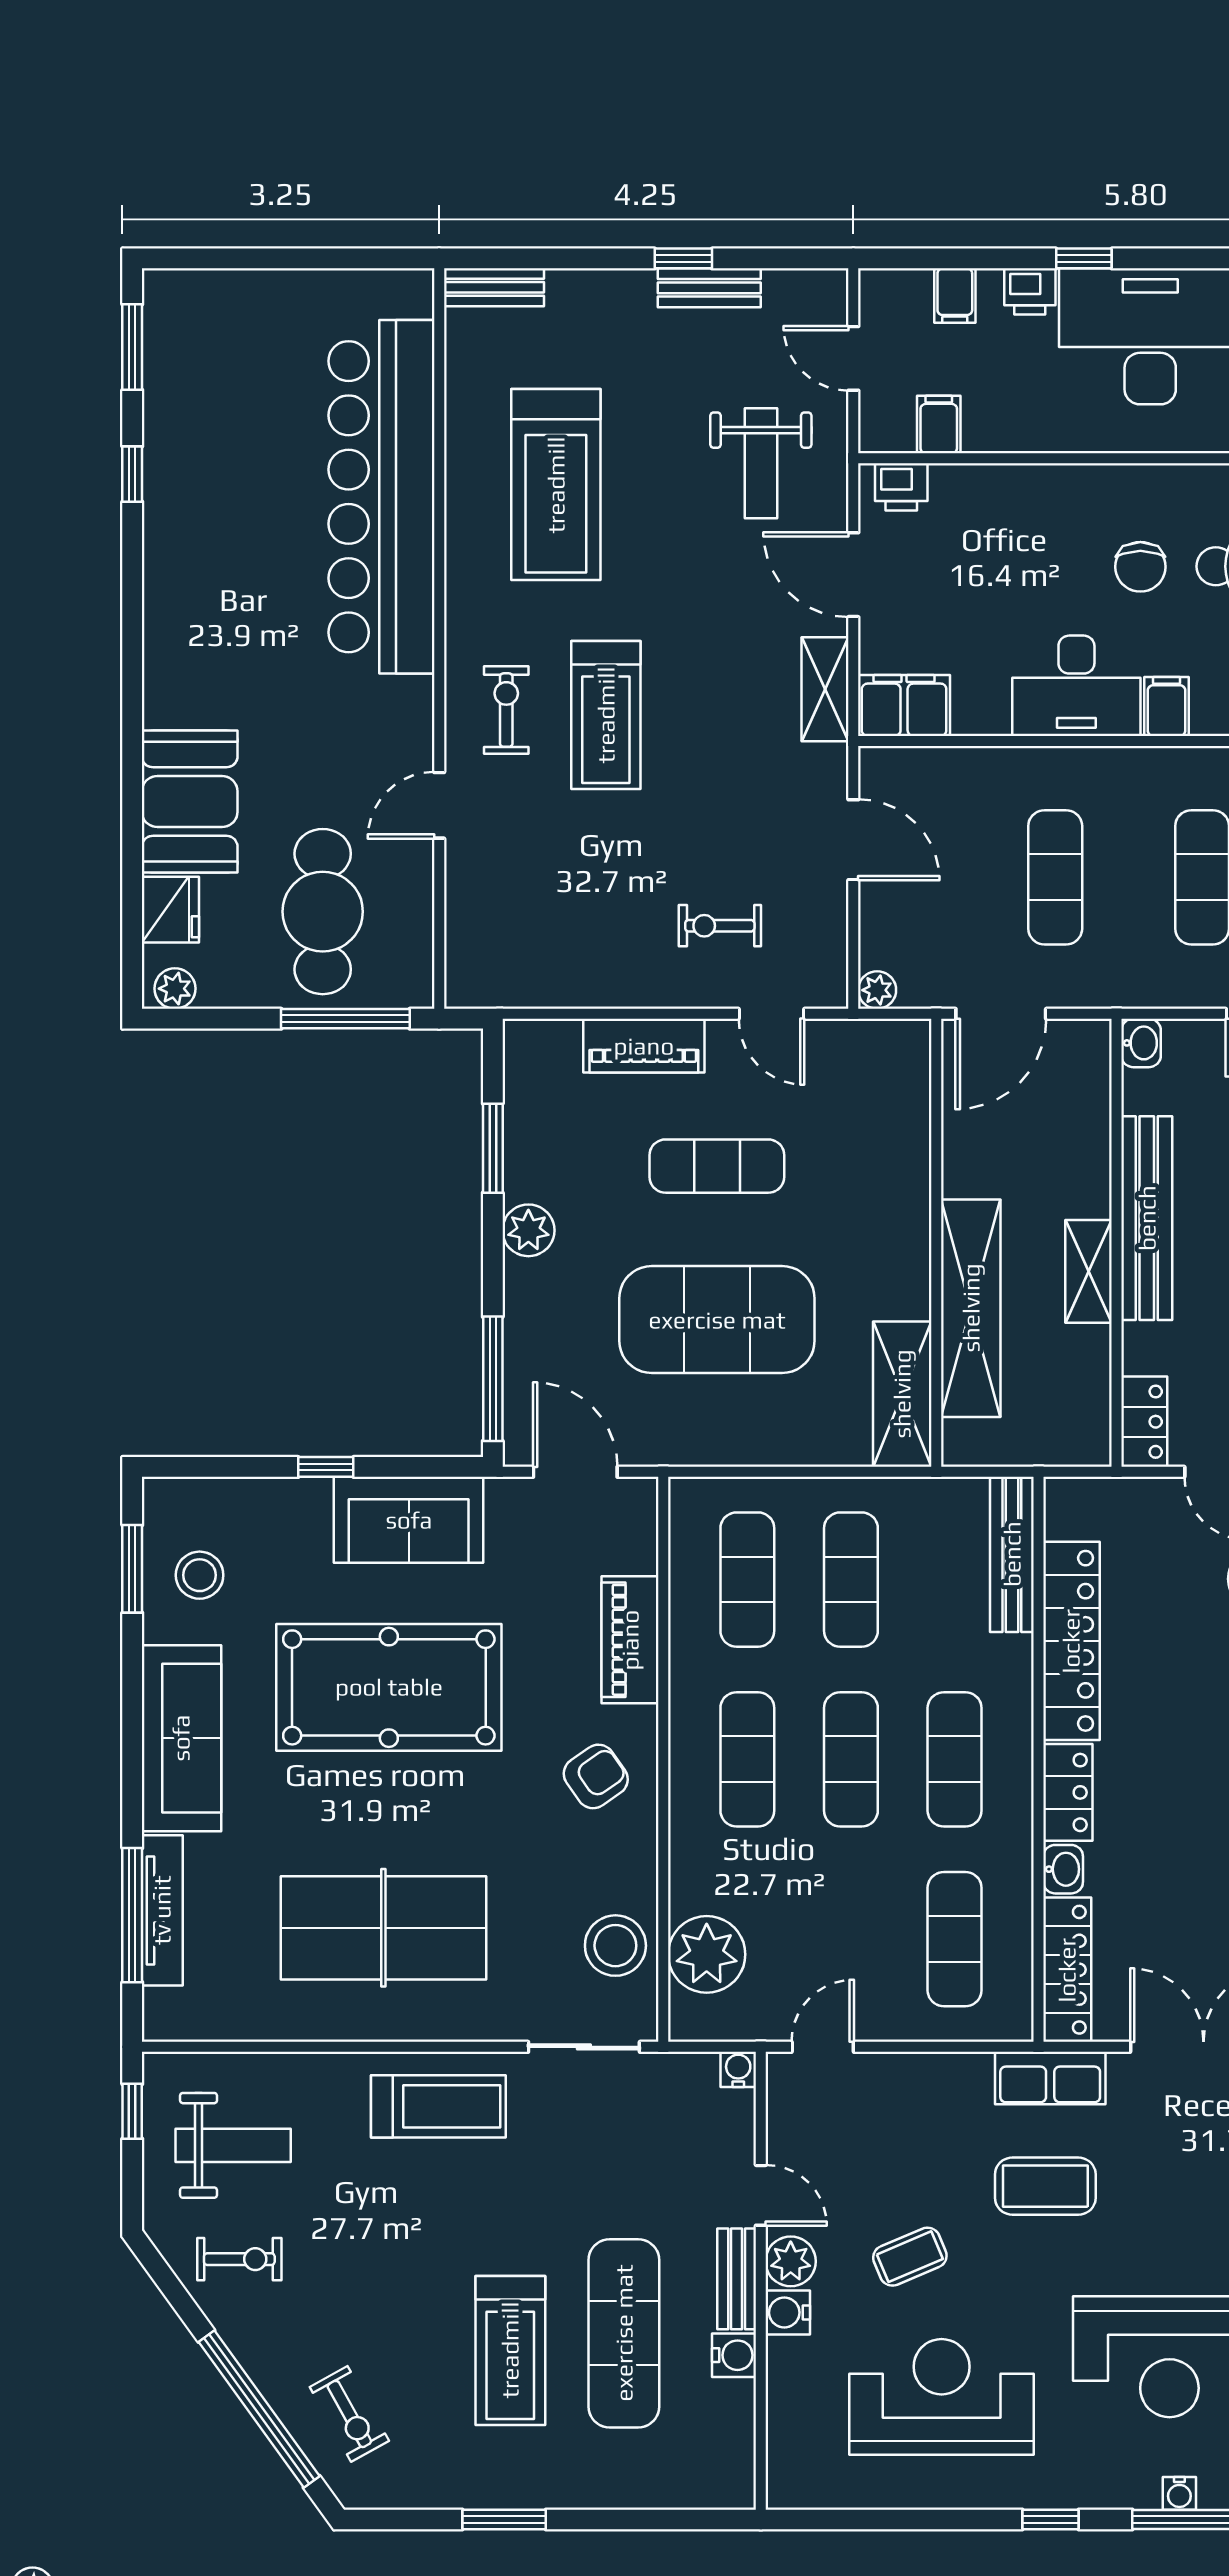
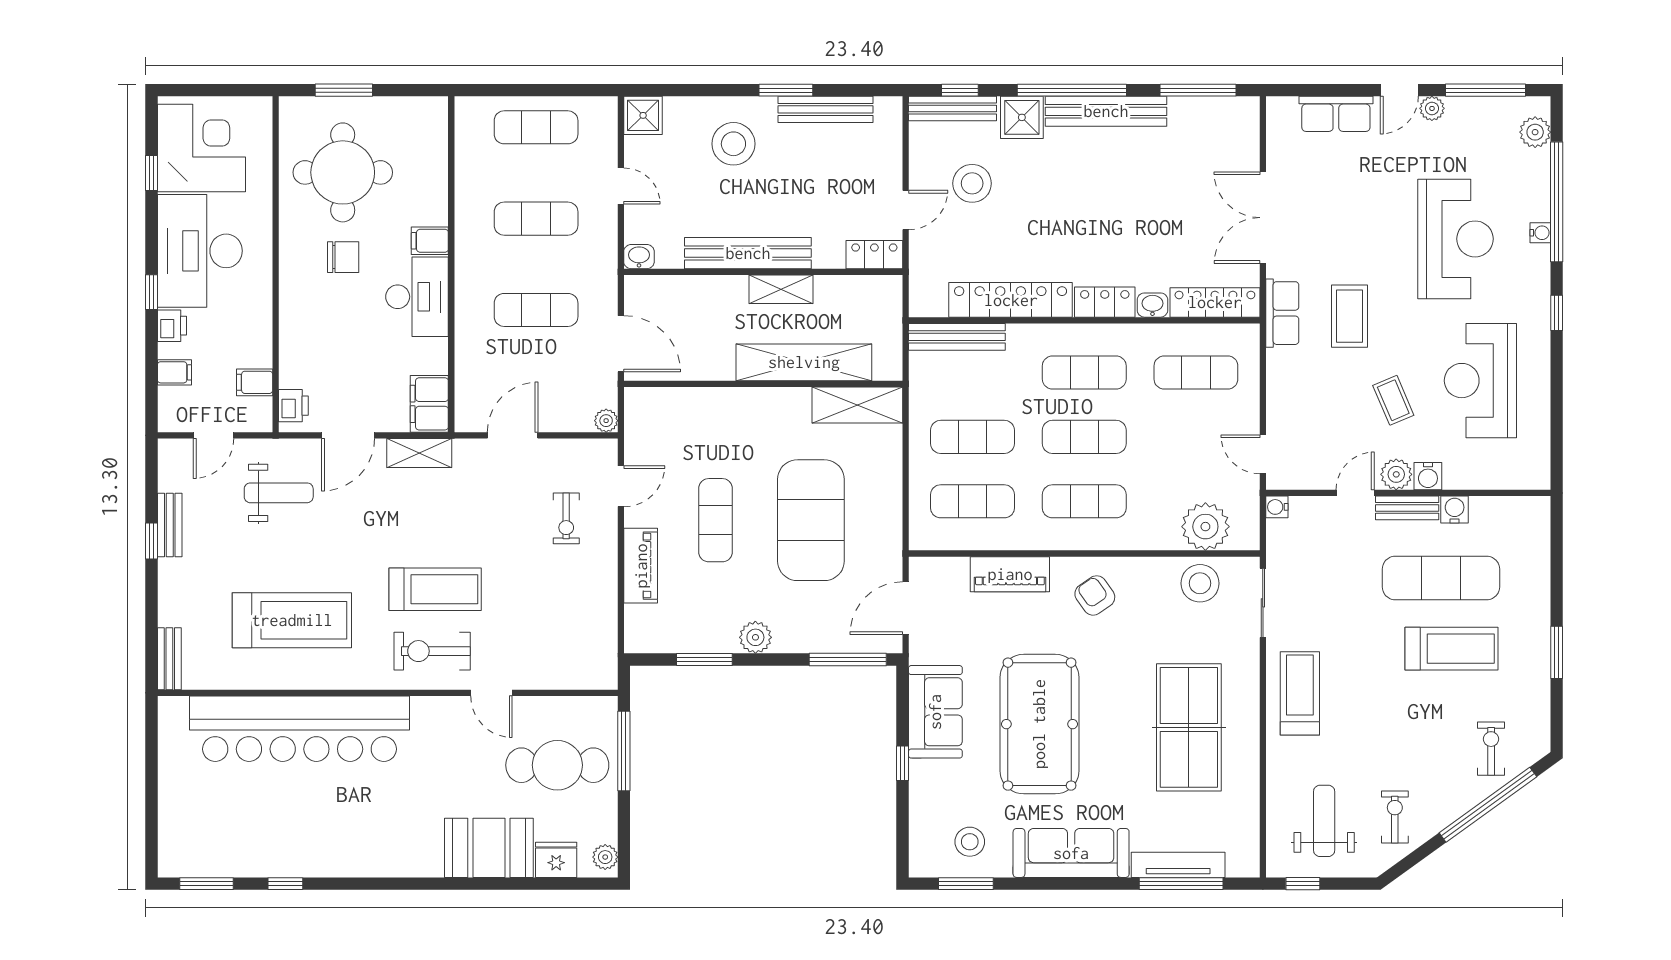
exercise bike: (506, 710) -> (432, 651), width x1.38, depth x1.39
exercise bike: (349, 2414) -> (1491, 749), turned -61

